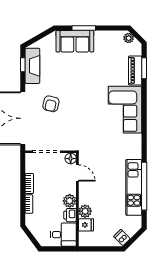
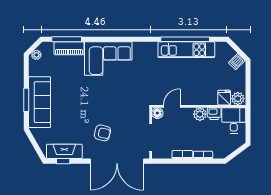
sofa: (75, 41) -> (40, 102), width x1.36
window: (144, 68) -> (67, 39), width x1.44
plant: (85, 211) -> (238, 99), moved

